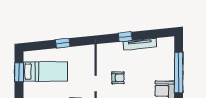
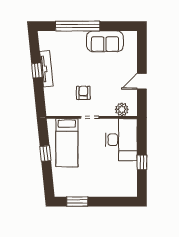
window: (125, 37) -> (37, 70), moved
bed: (45, 72) -> (67, 143), moved, turned 180

